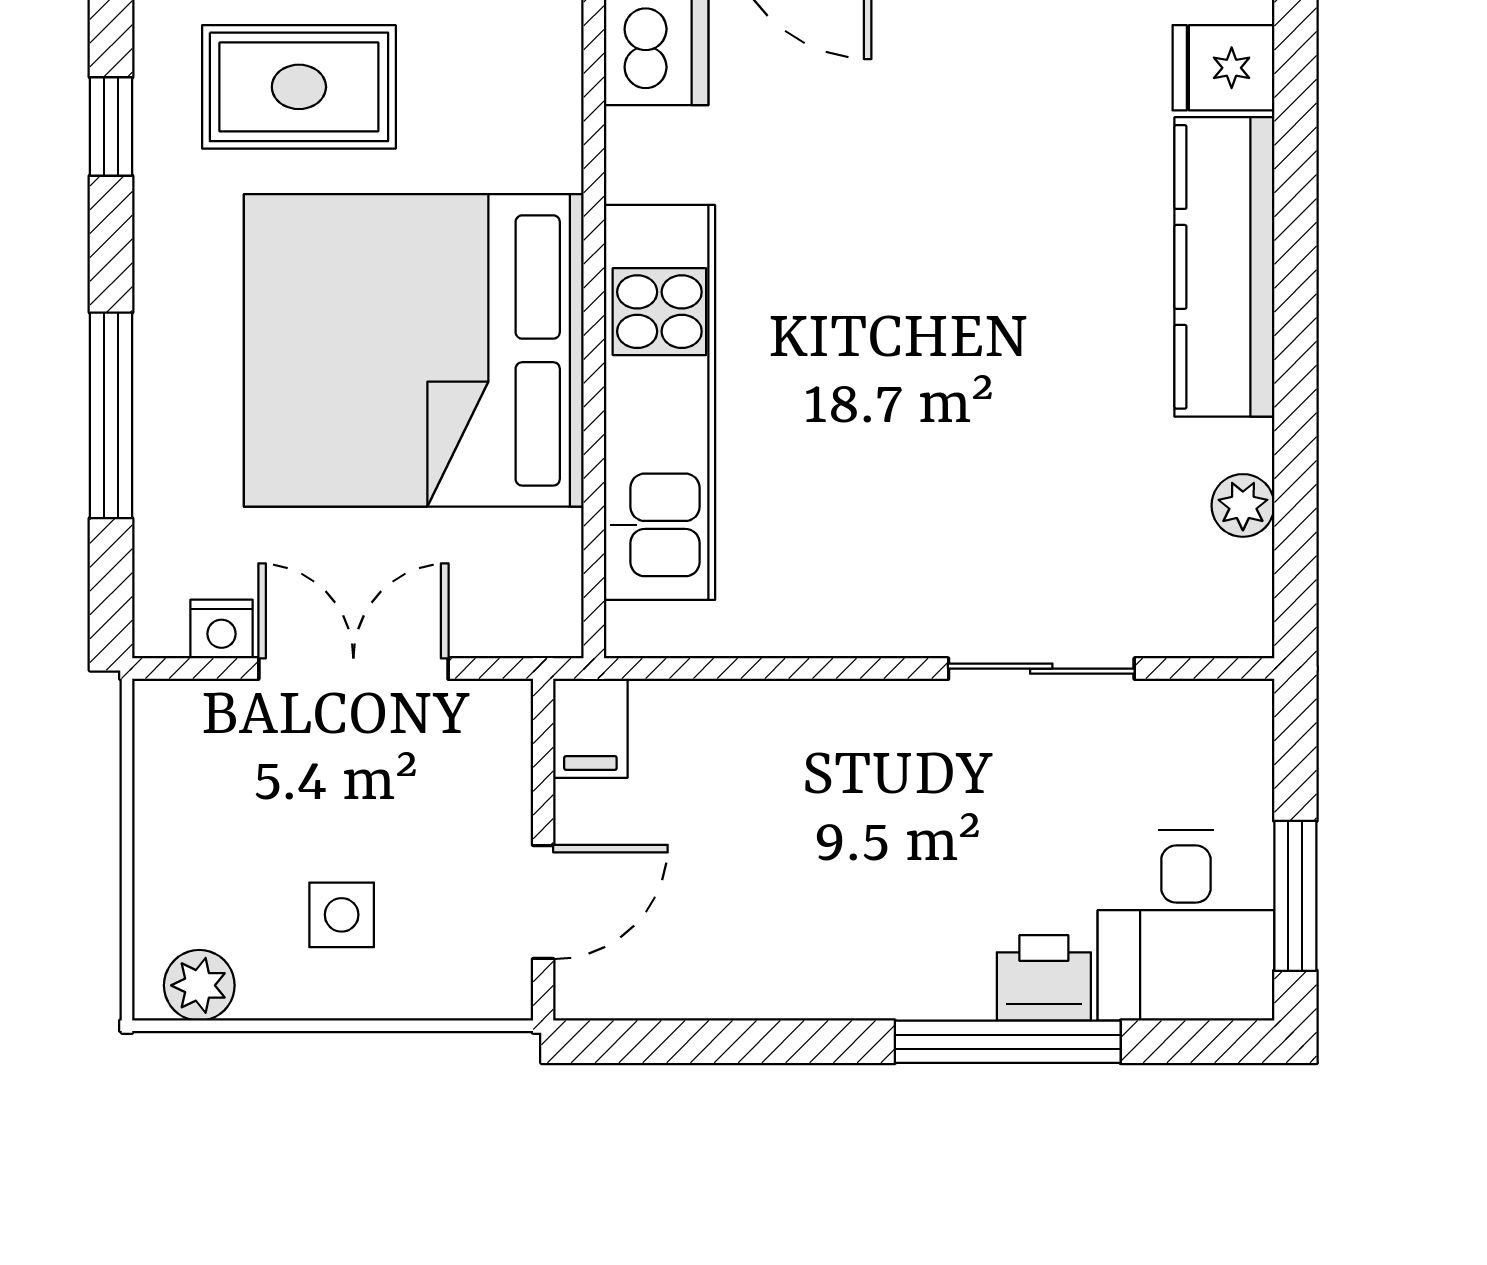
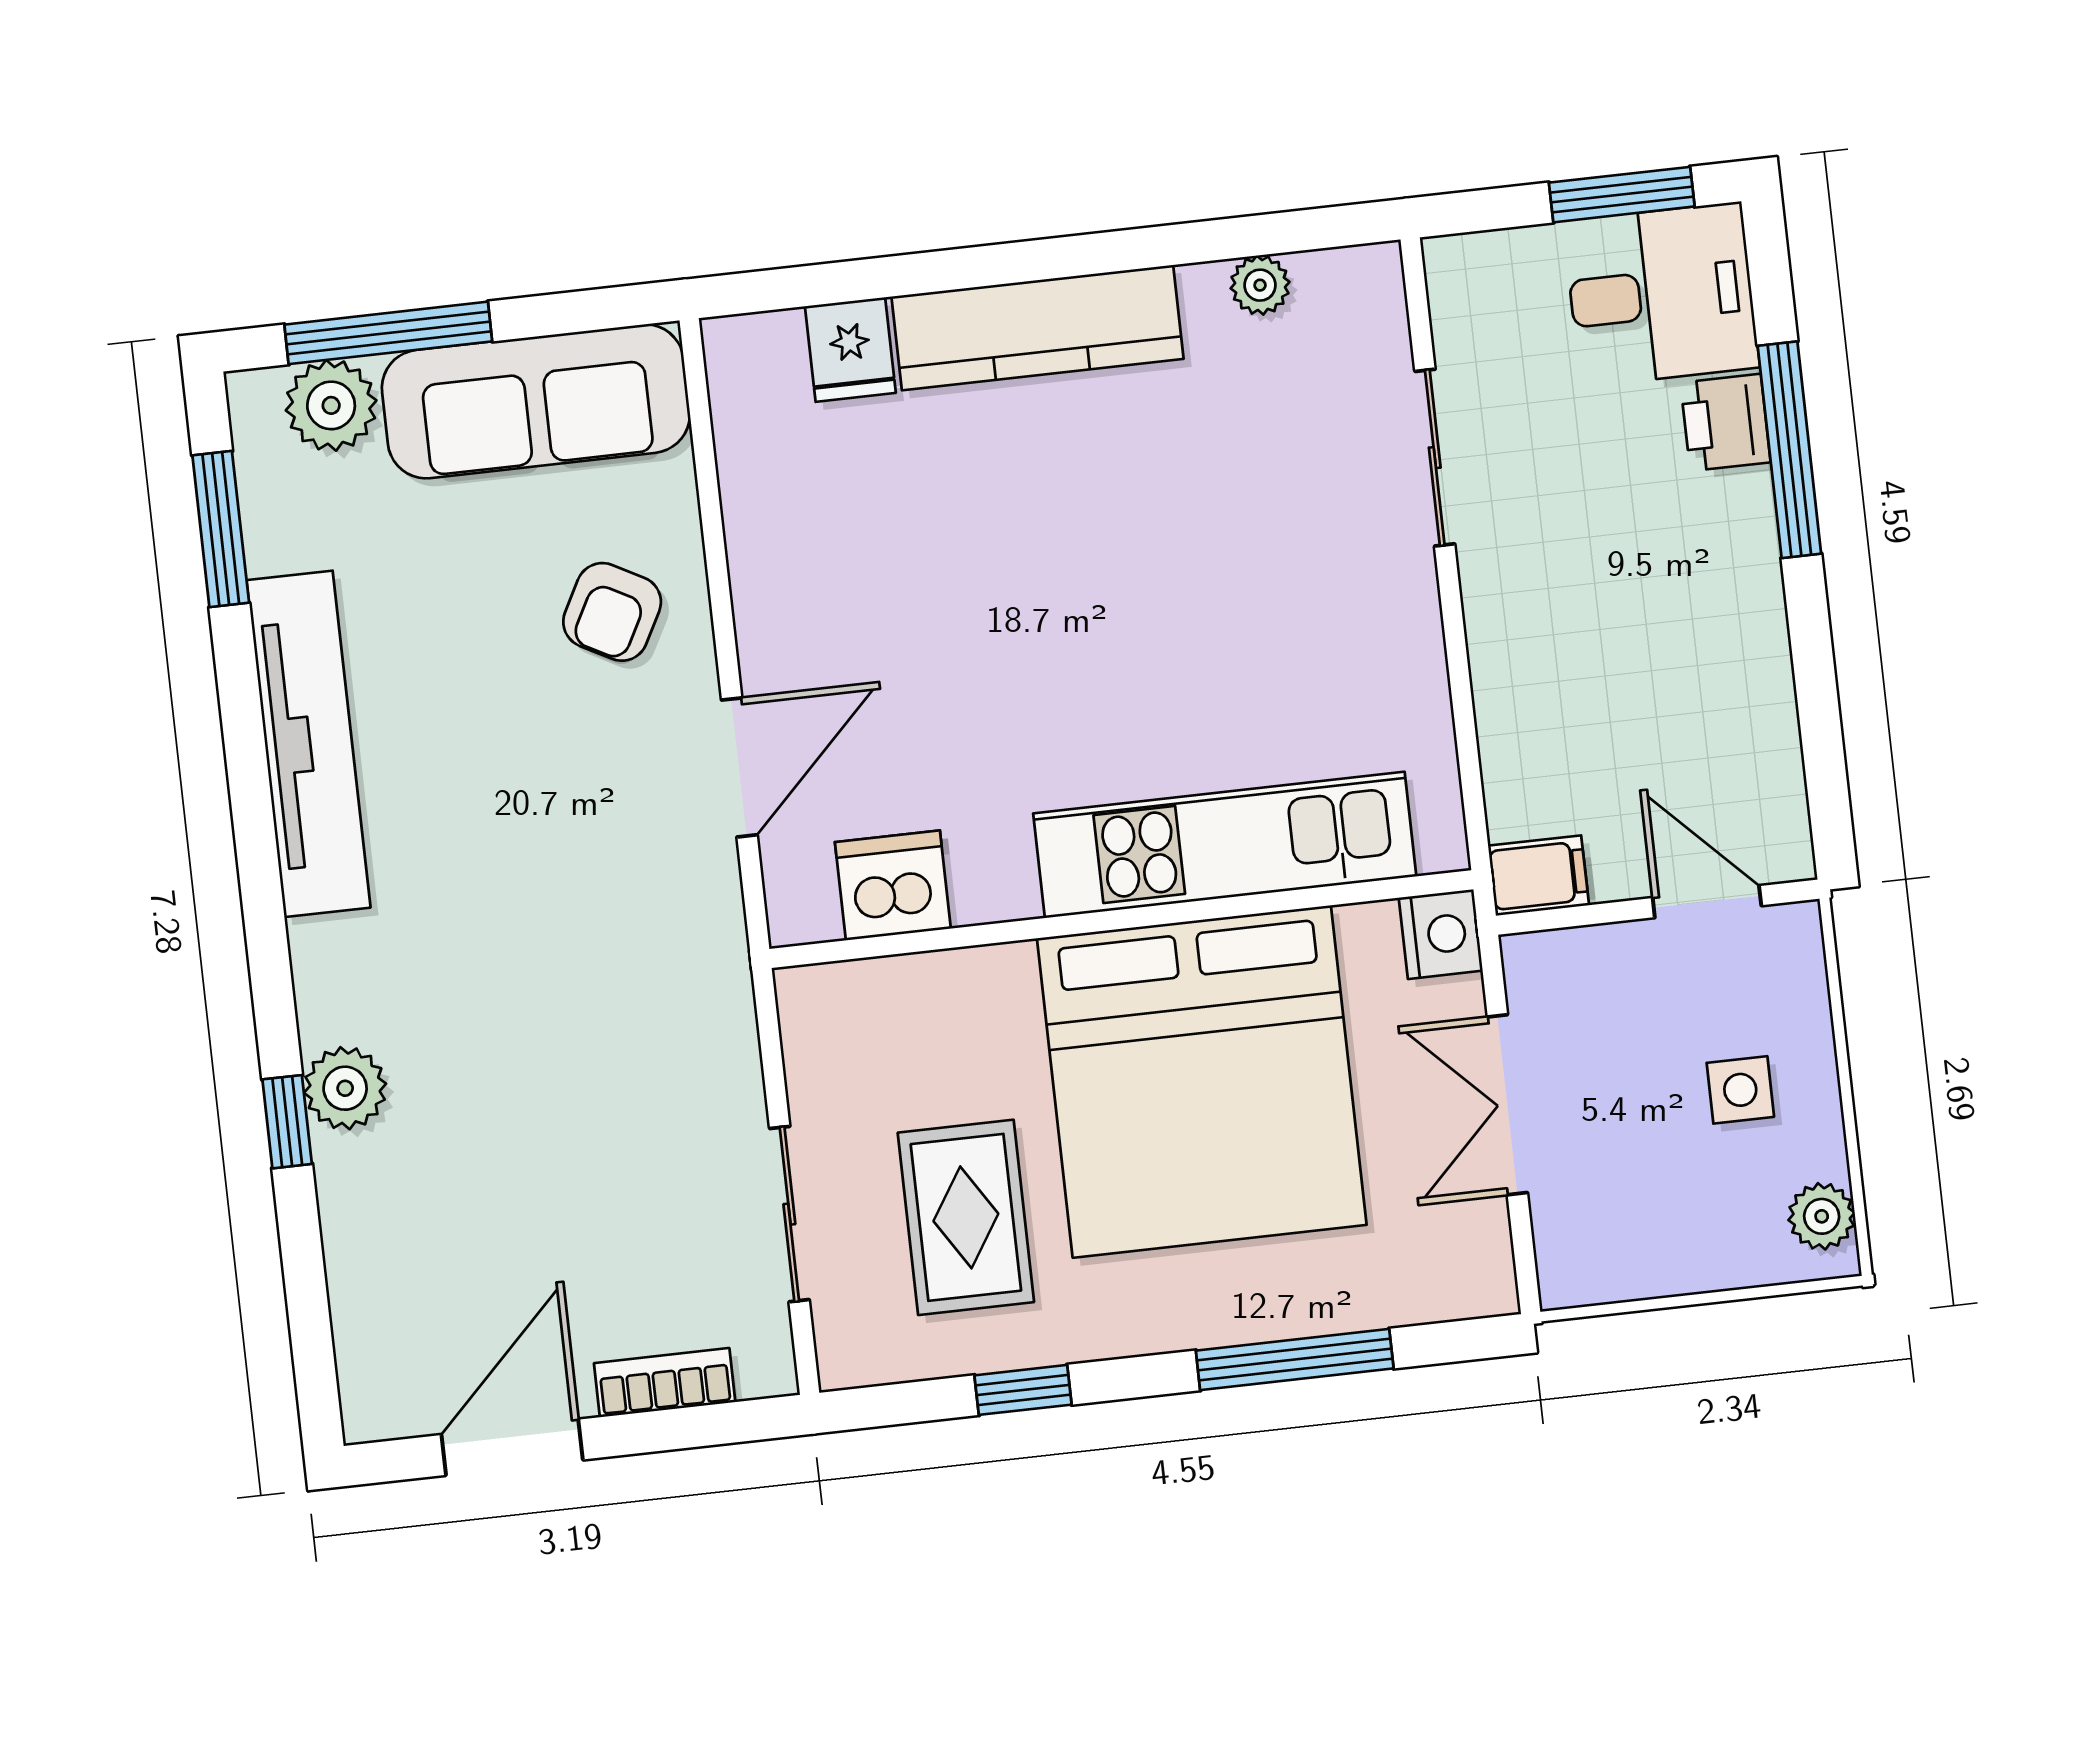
nightstand: (221, 629) -> (1441, 934), moved, width x1.39, depth x1.35

